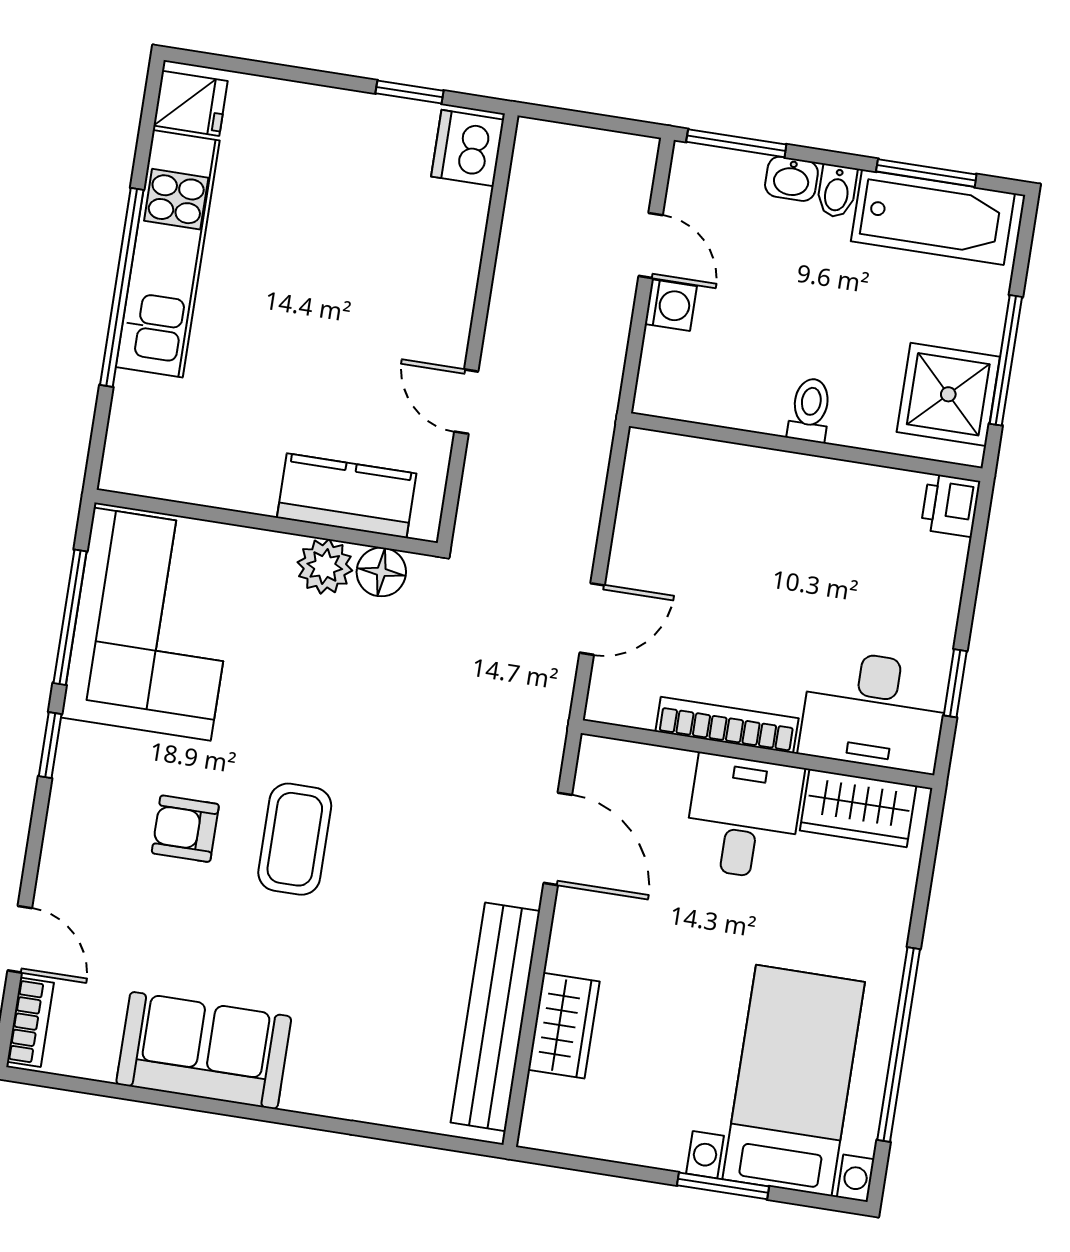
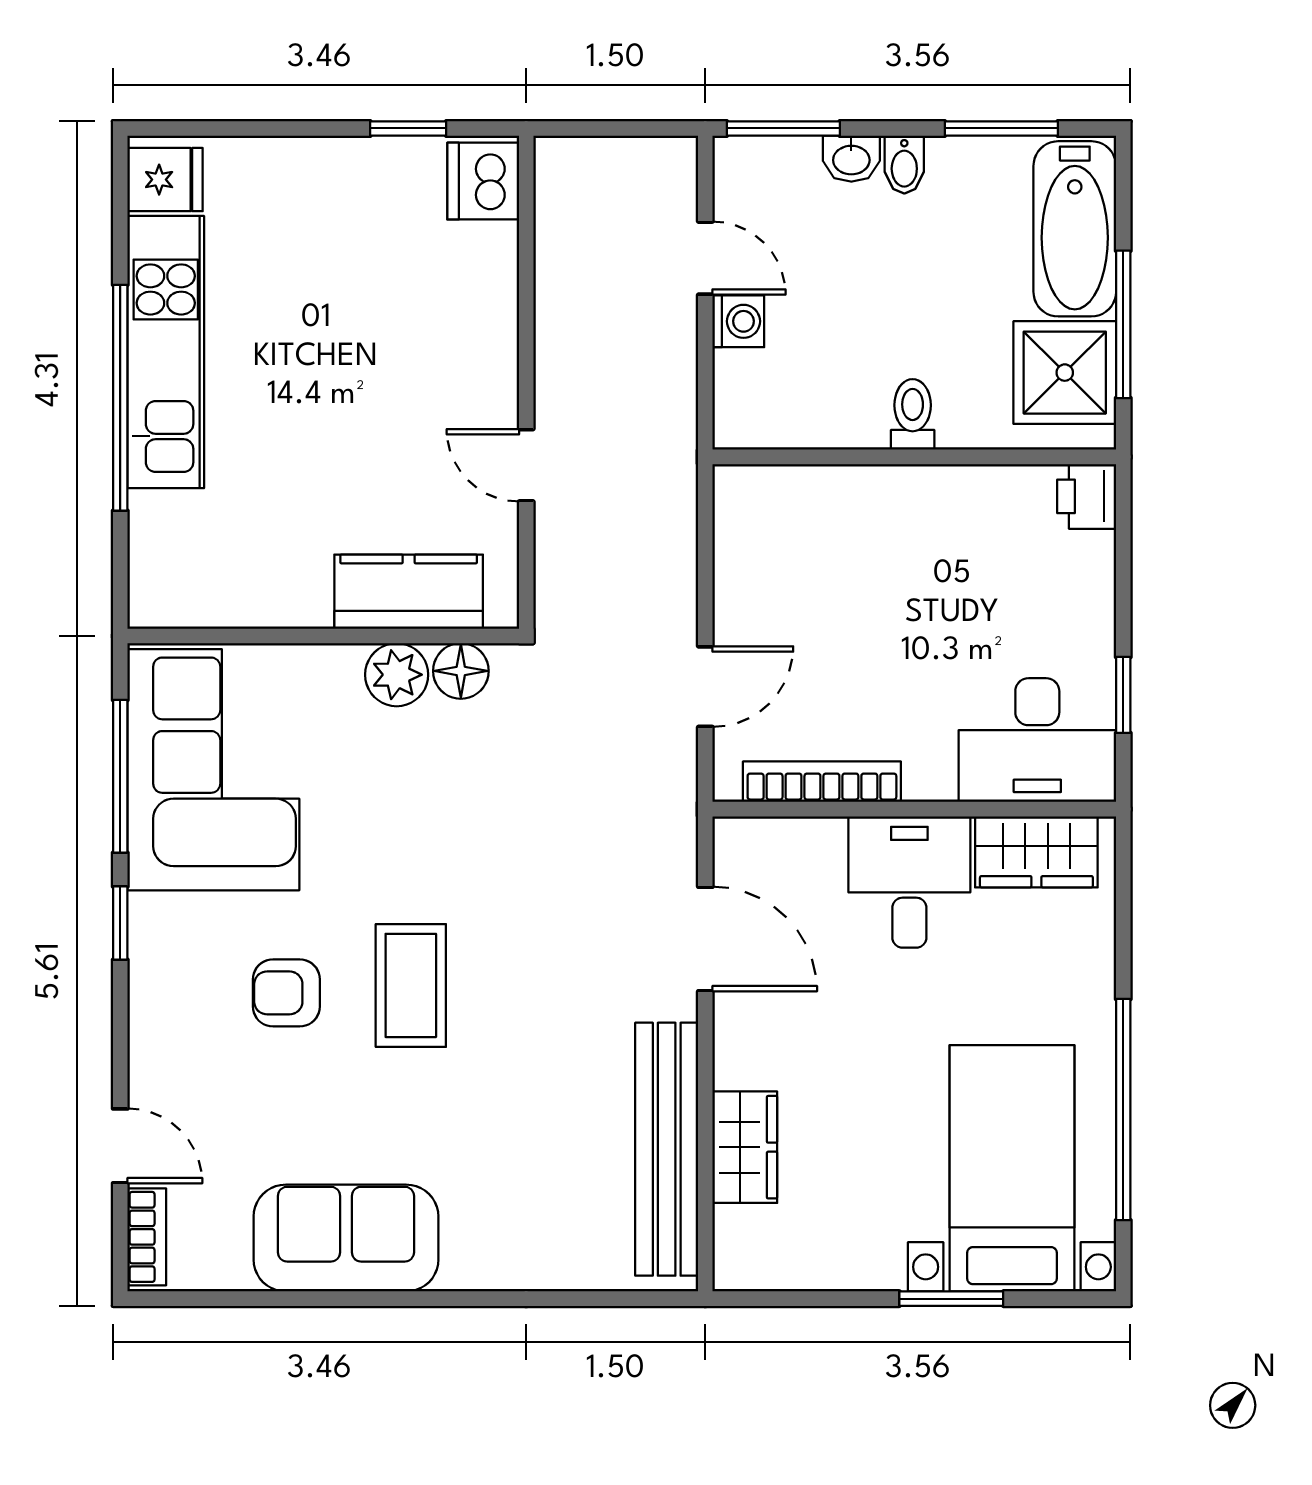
bathtub: (933, 217) -> (1075, 229), moved, turned 90
bookcase: (727, 725) -> (822, 782), moved

